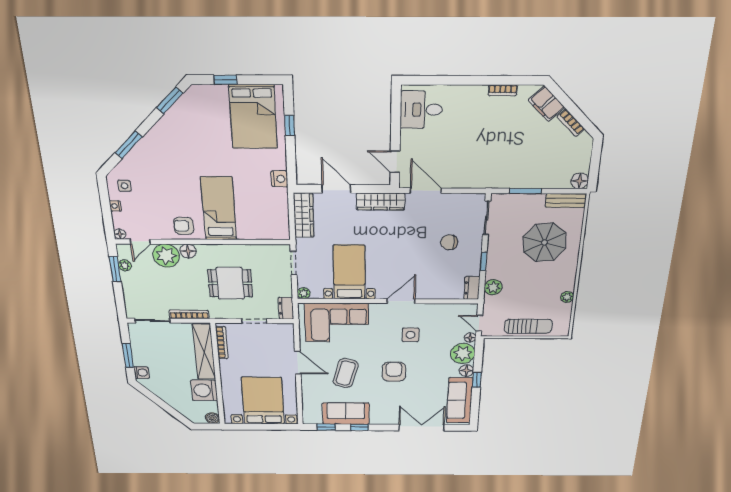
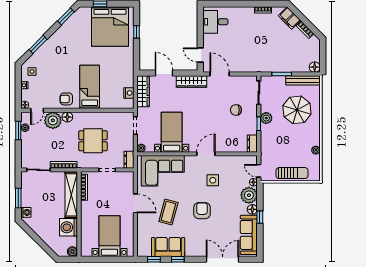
bed: (253, 117) -> (110, 26), width x1.36
nightstand: (279, 179) -> (129, 93), moved
bench: (566, 201) -> (303, 80), width x1.36
plant: (493, 287) -> (266, 118), moved
bed with nightstands: (263, 401) -> (109, 236), width x0.73

